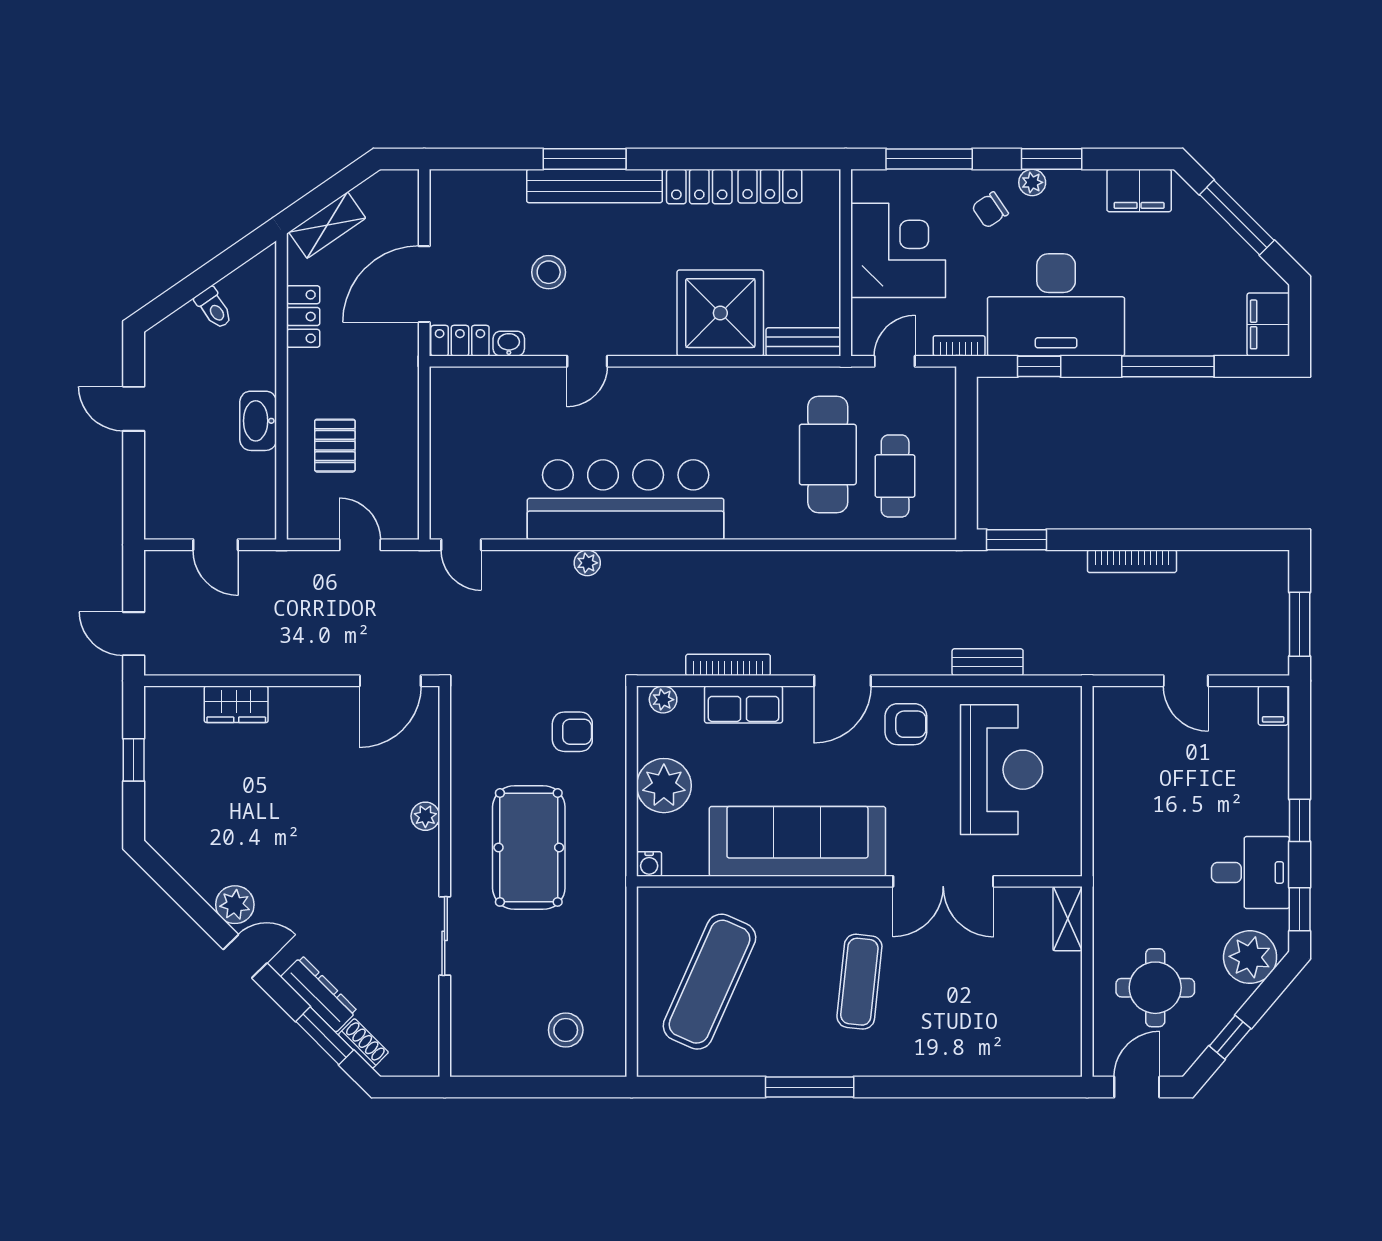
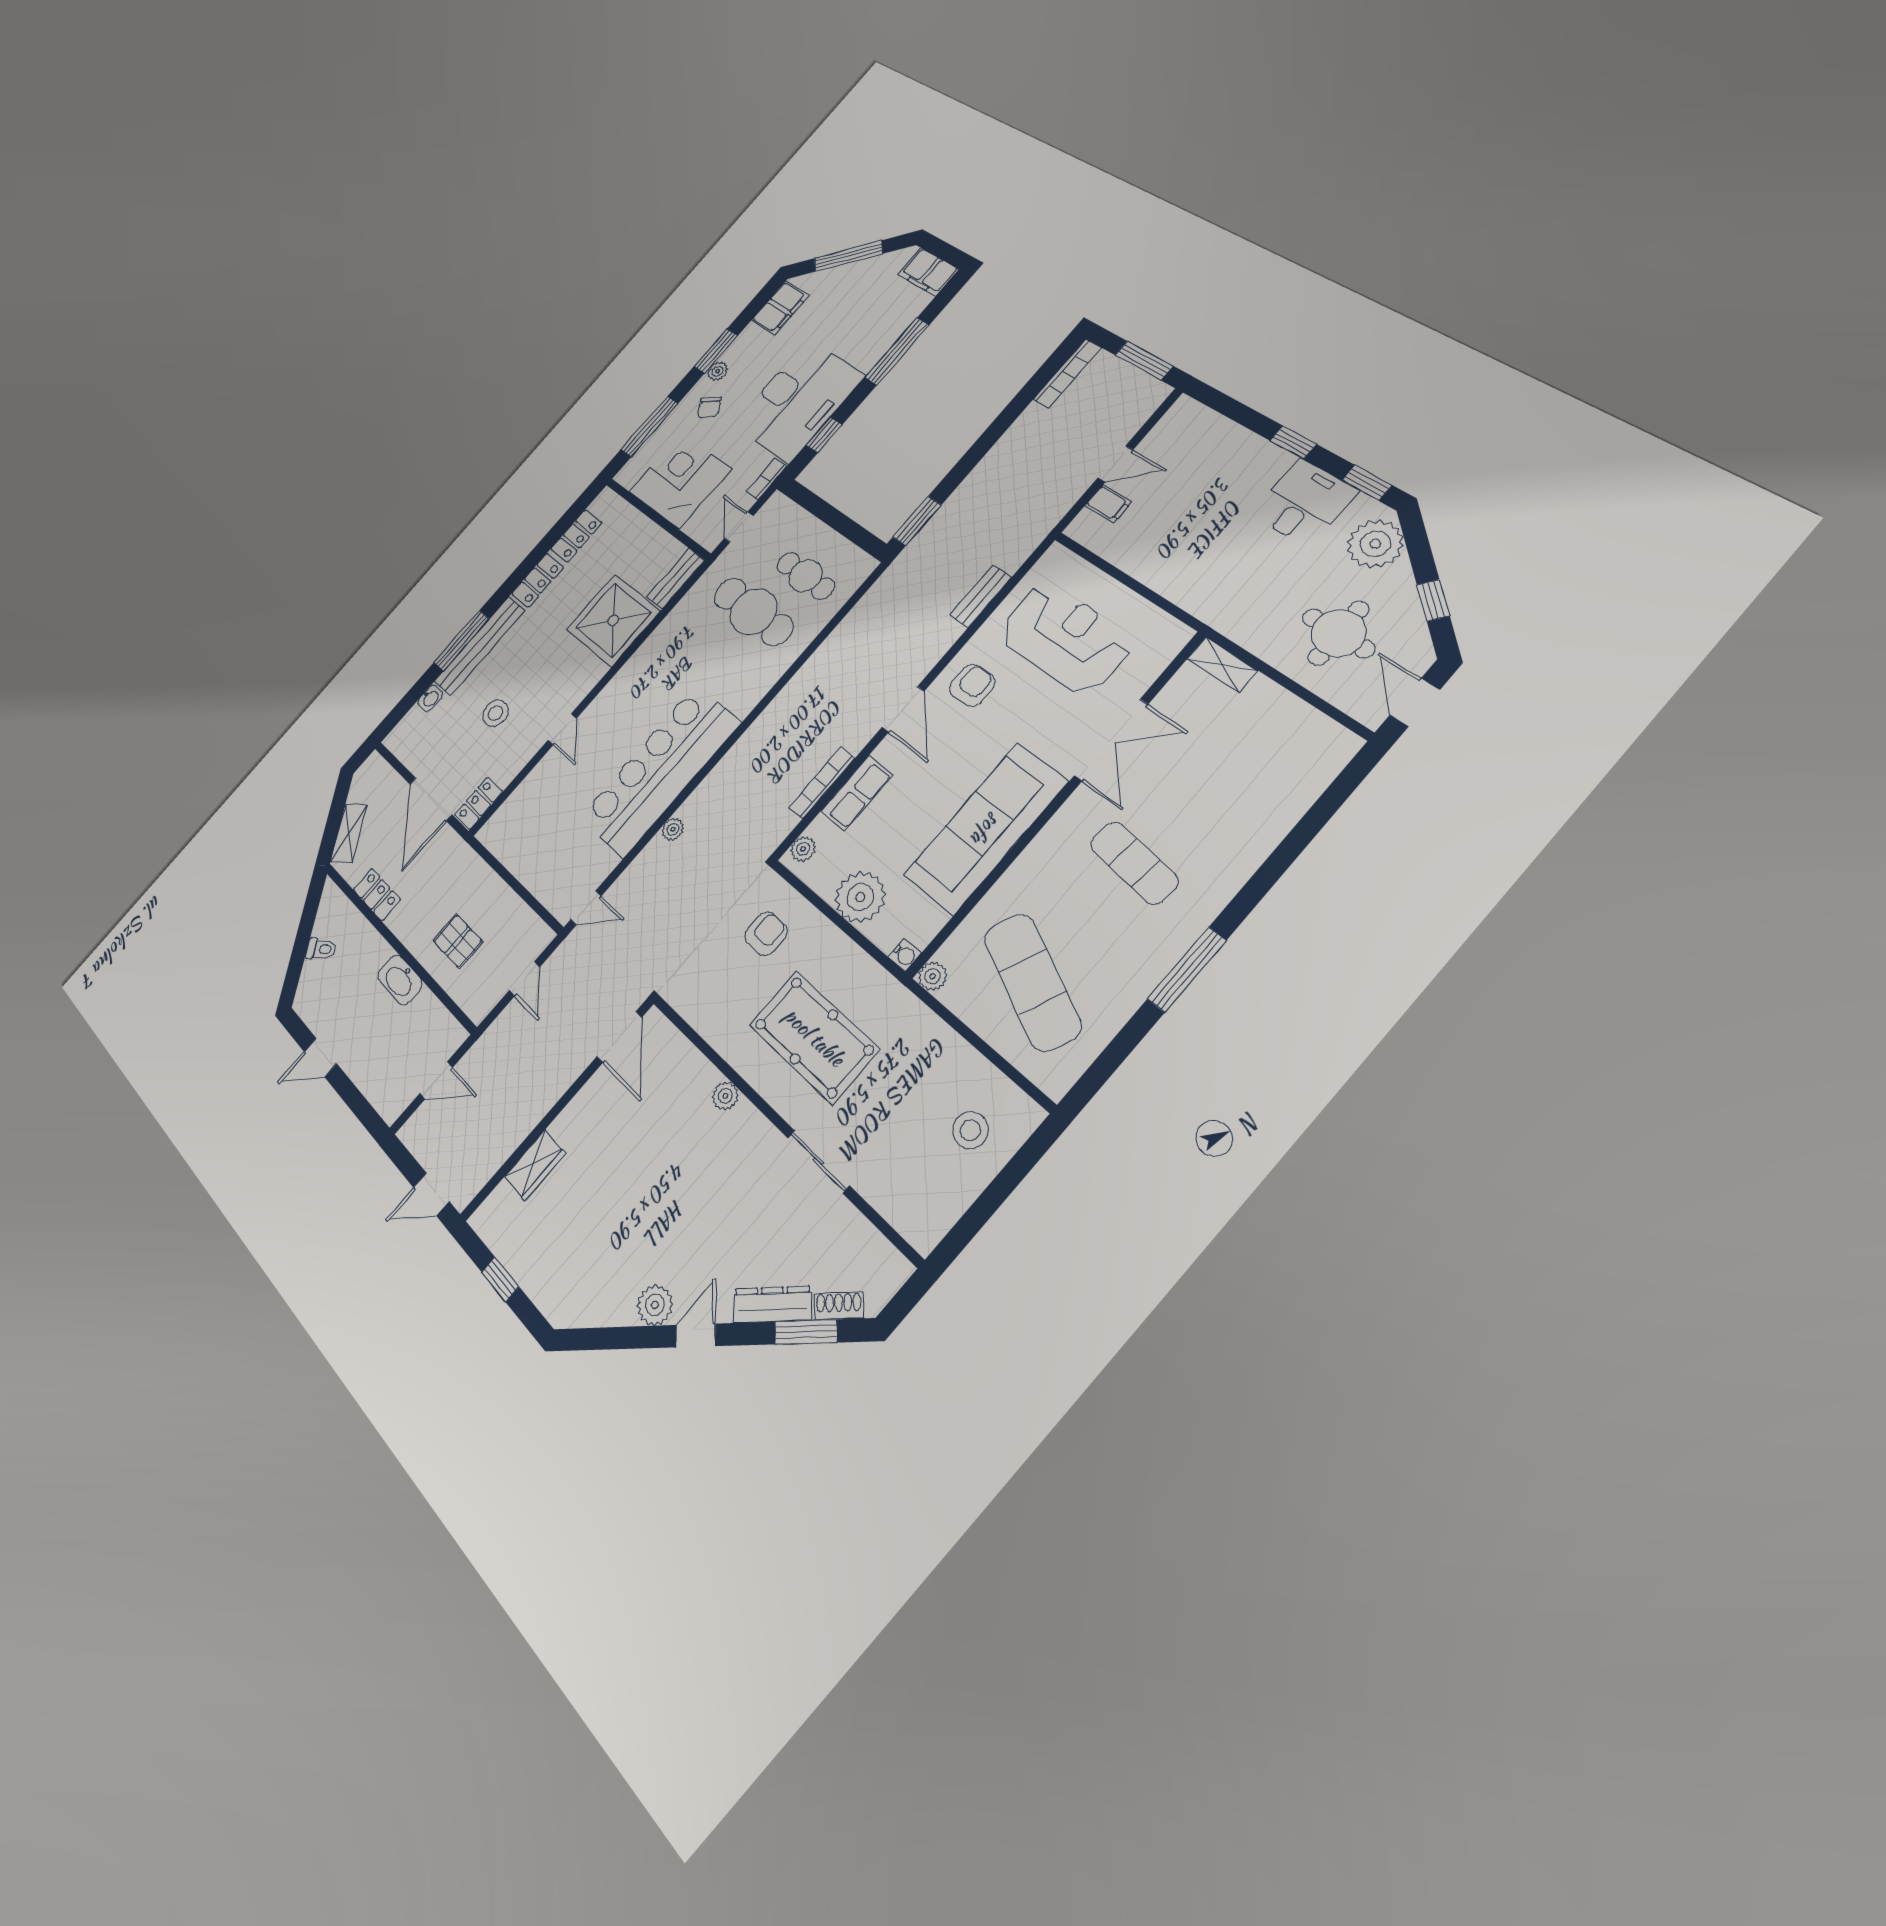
washbasin: (509, 344) -> (430, 698), moved, turned 180
door: (360, 545) -> (524, 979), swing flipped
bookcase: (1132, 561) -> (1067, 373), moved
filing cabinet: (1273, 706) -> (1108, 504), moved
plant: (651, 901) -> (933, 976), added

